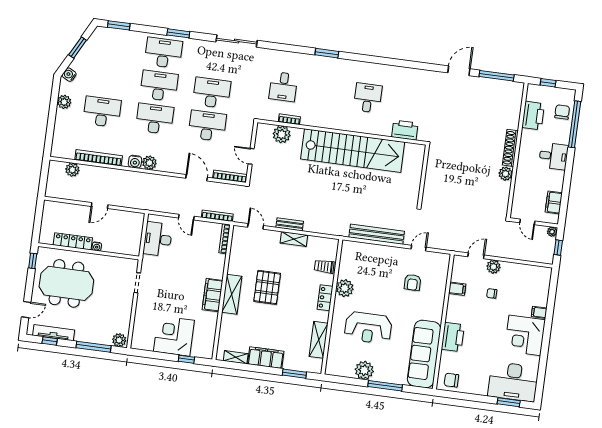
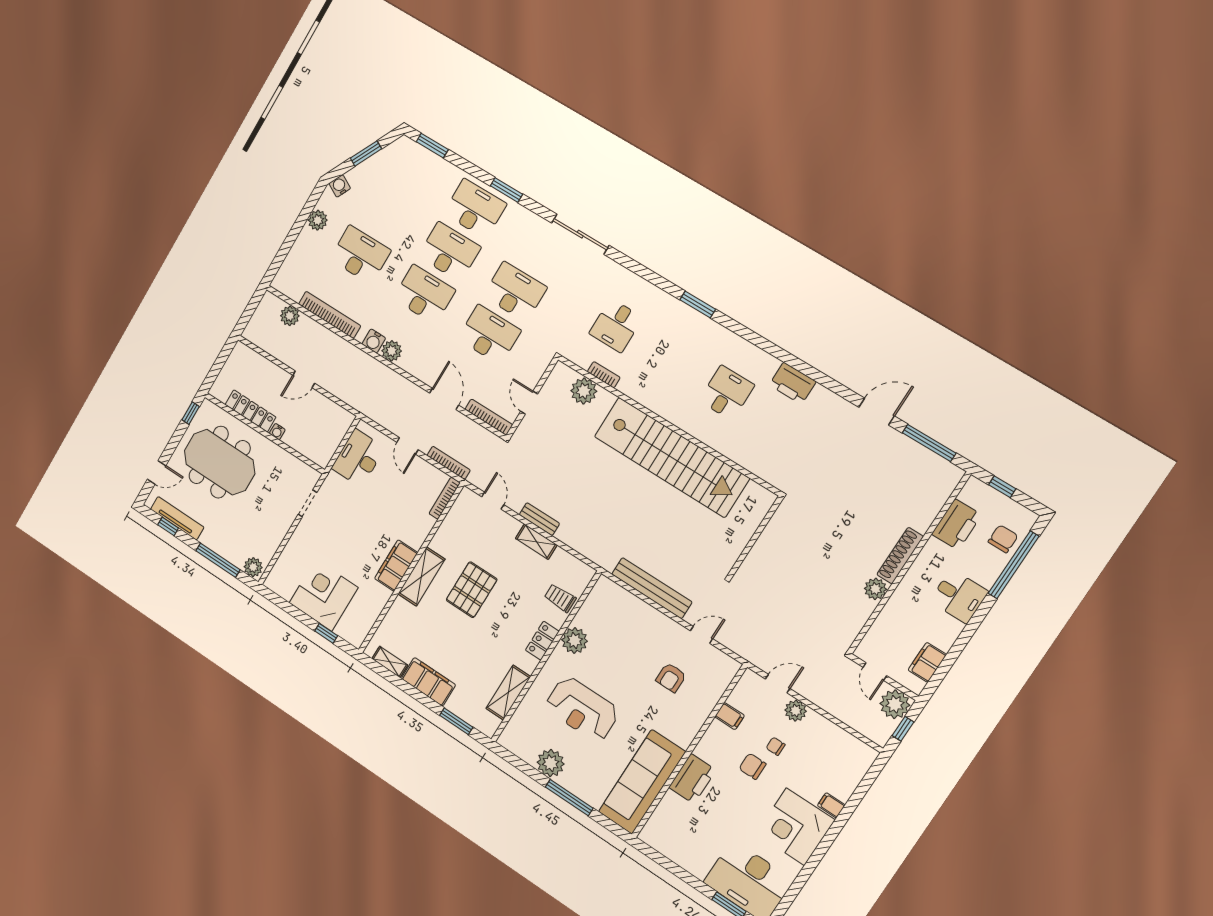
printer: (405, 130) -> (793, 383), moved, turned 180
plant: (552, 232) -> (895, 704), width x1.88, depth x1.88
chair: (451, 380) -> (752, 766), moved

